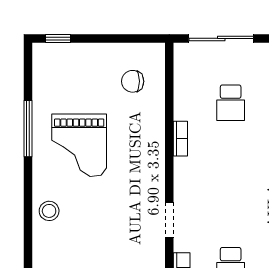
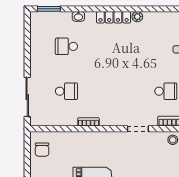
chair: (133, 81) -> (42, 150), moved

